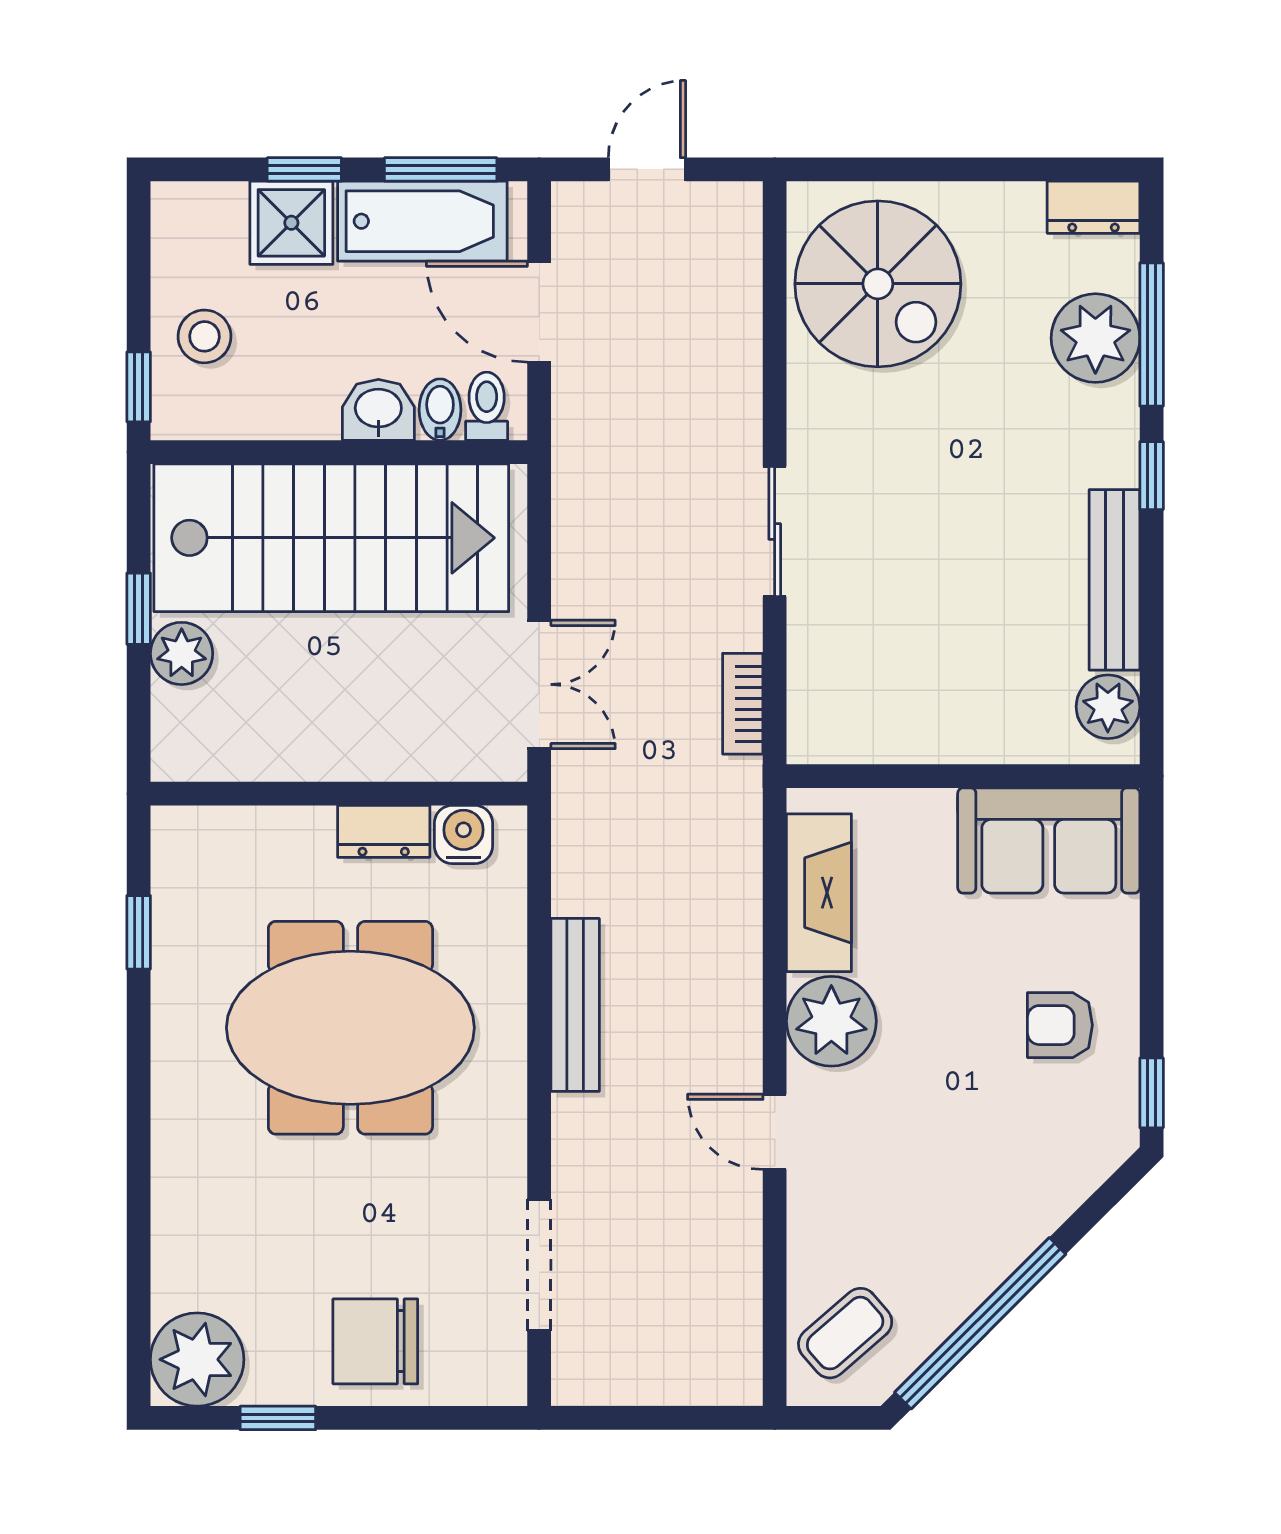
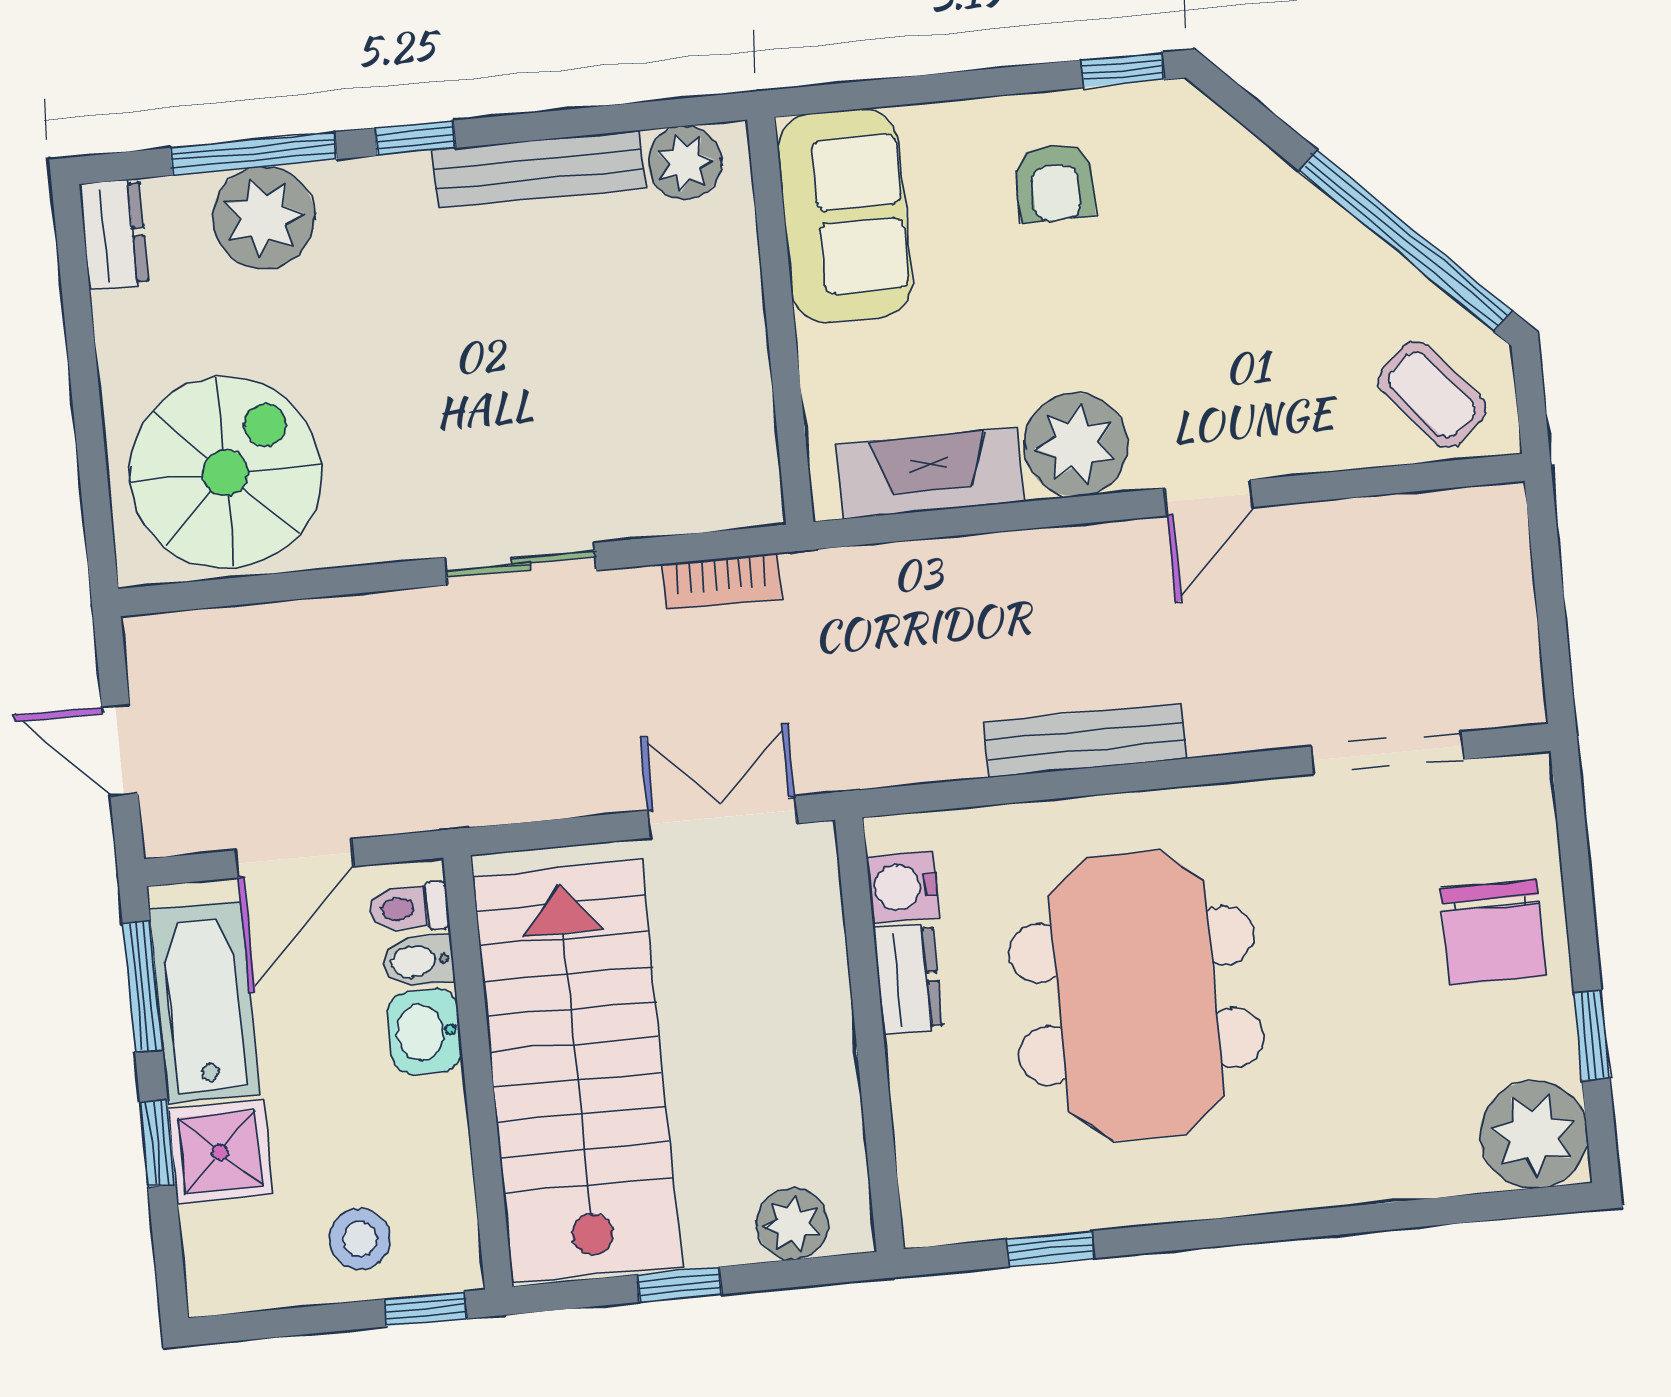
plant: (182, 653) -> (792, 1224), moved

